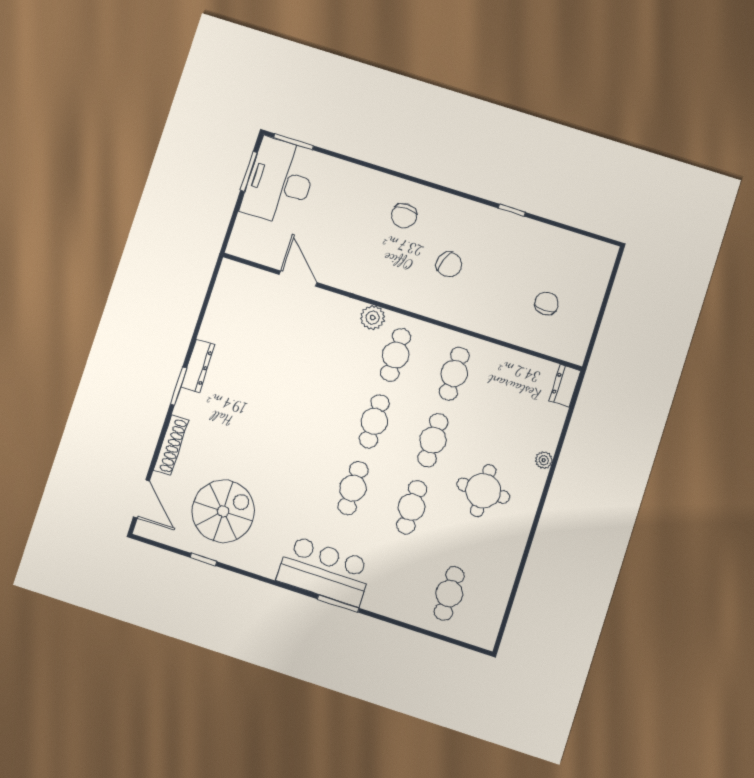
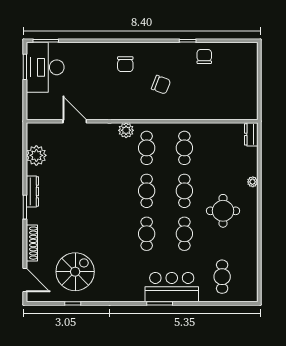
chair: (547, 303) -> (204, 56), moved
plant: (222, 312) -> (36, 155), added
bar counter: (324, 571) -> (172, 287), moved

